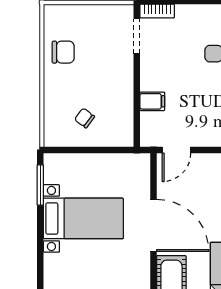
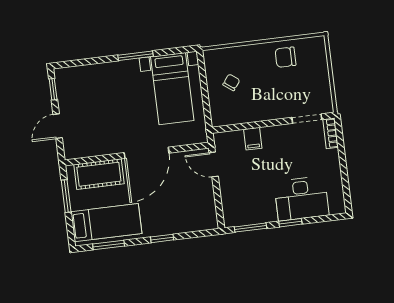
chair: (63, 52) -> (286, 57), turned 90
window: (40, 185) -> (136, 56), moved
bed with nightstands: (83, 218) -> (172, 89), moved

